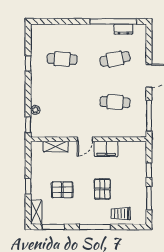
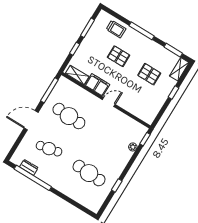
cafe table: (62, 59) -> (89, 173), width x1.37, depth x1.35
cafe table: (115, 102) -> (69, 116), width x1.37, depth x1.35
shelving: (56, 147) -> (77, 75), moved
pallet: (102, 189) -> (119, 56), turned 90

